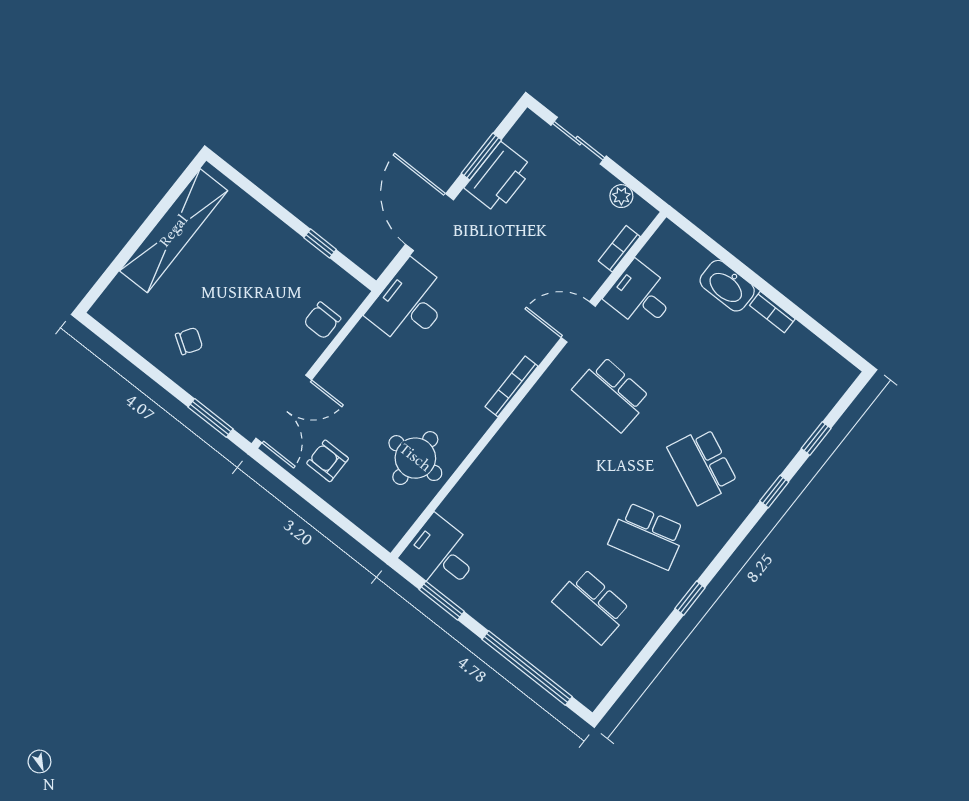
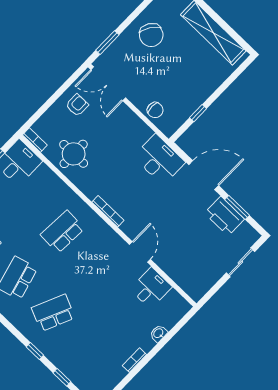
plant: (621, 196) -> (207, 283), removed
bookcase: (619, 249) -> (35, 140), moved
washbasin: (727, 286) -> (159, 333), width x0.52, depth x0.69
chair: (322, 320) -> (155, 110), turned 180
chair: (189, 341) -> (151, 35), width x1.87, depth x1.87
school desk: (612, 394) -> (62, 232), moved

